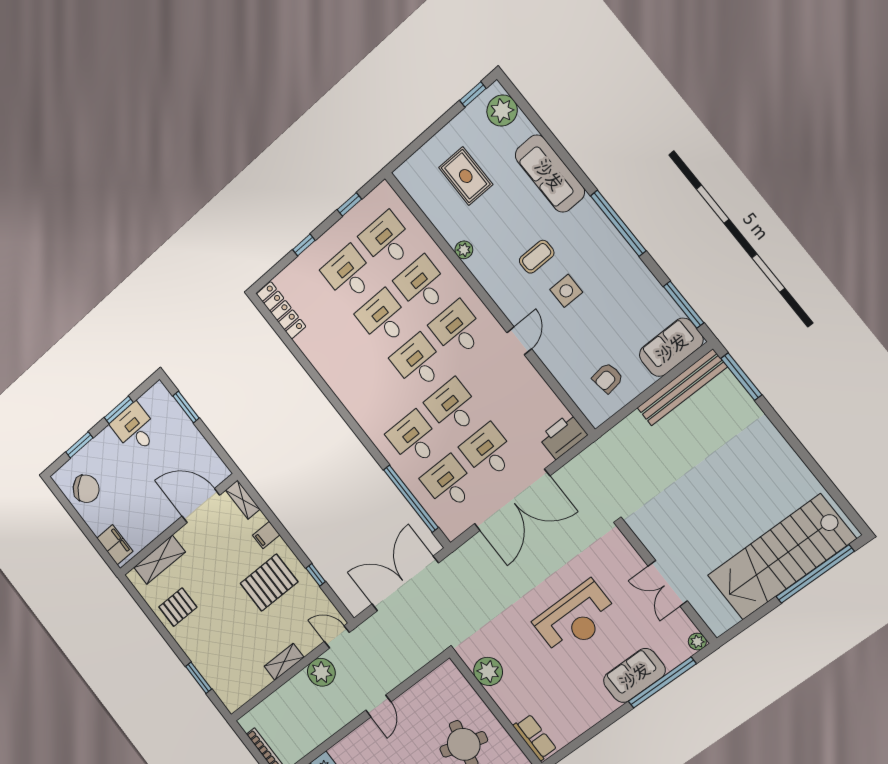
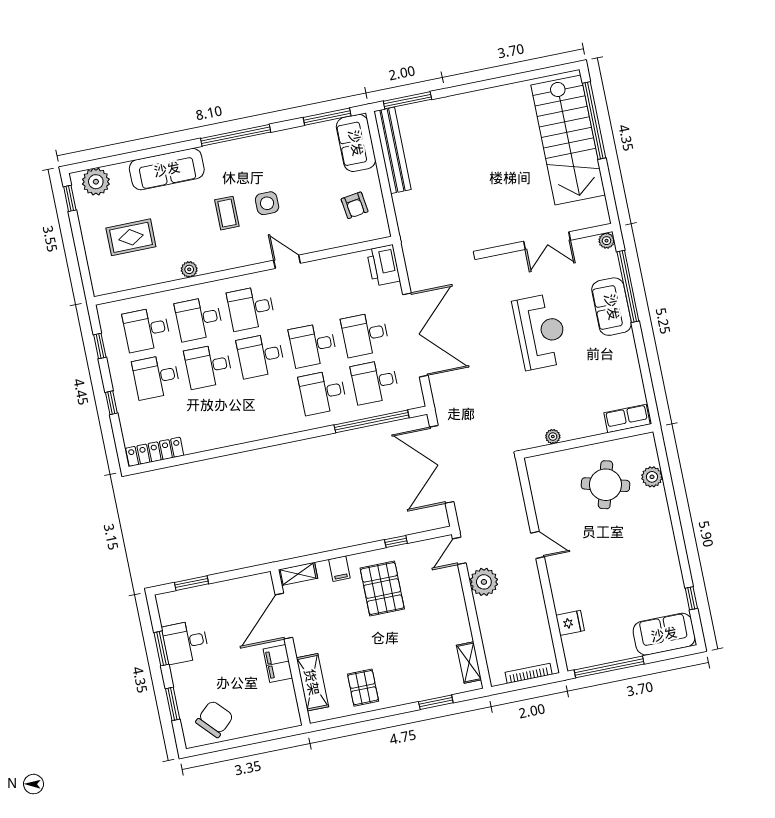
filing cabinet: (115, 545) -> (278, 663), moved, turned -90
shelving: (284, 662) -> (469, 663), moved
plant: (488, 671) -> (553, 437), width x0.53, depth x0.53

